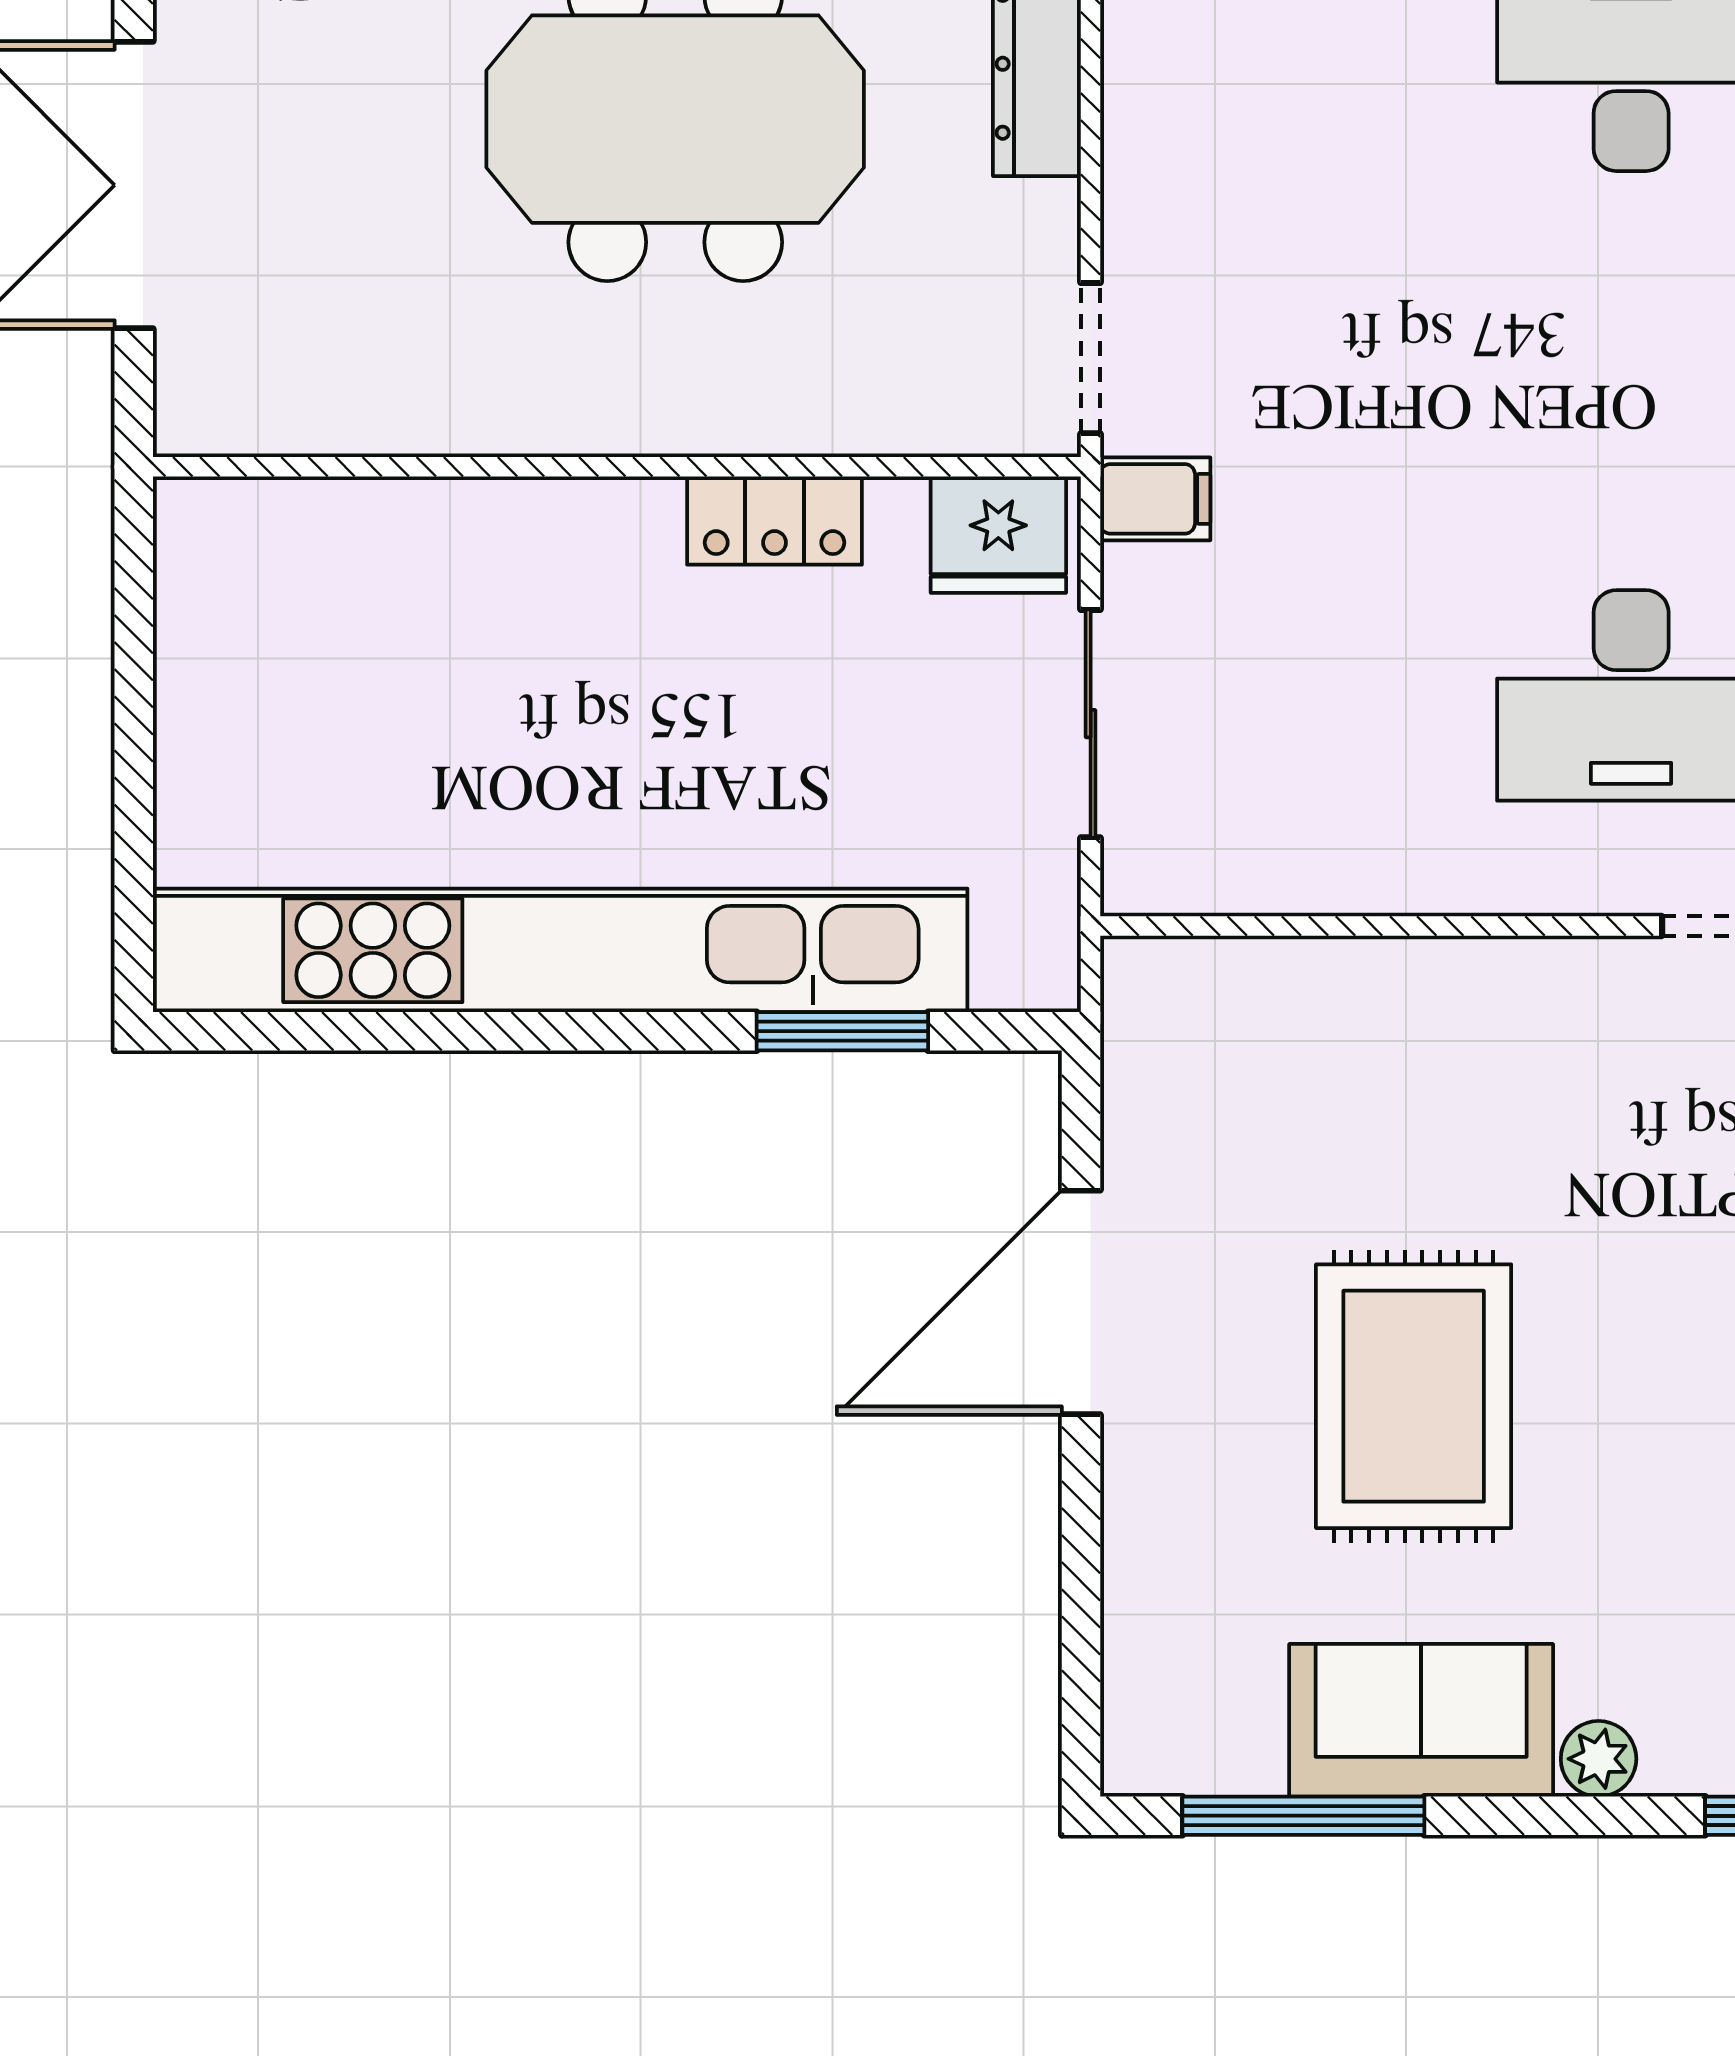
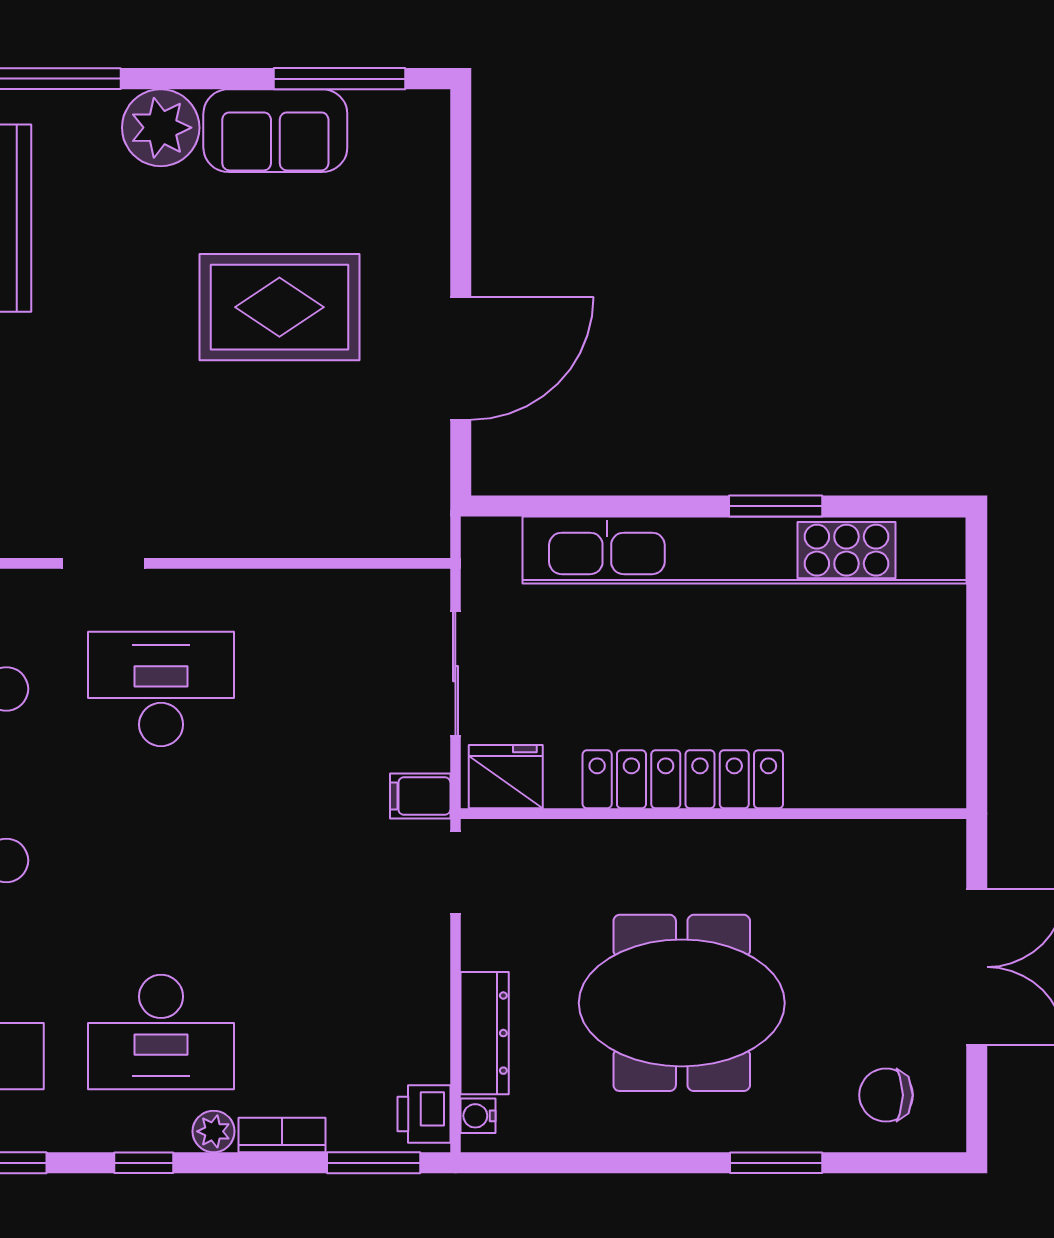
locker: (774, 520) -> (683, 779), width x2.16, depth x1.21
window: (842, 1031) -> (776, 506), moved
rug: (1414, 1396) -> (279, 307), turned 90
plant: (1599, 1759) -> (161, 128), width x1.88, depth x1.88

